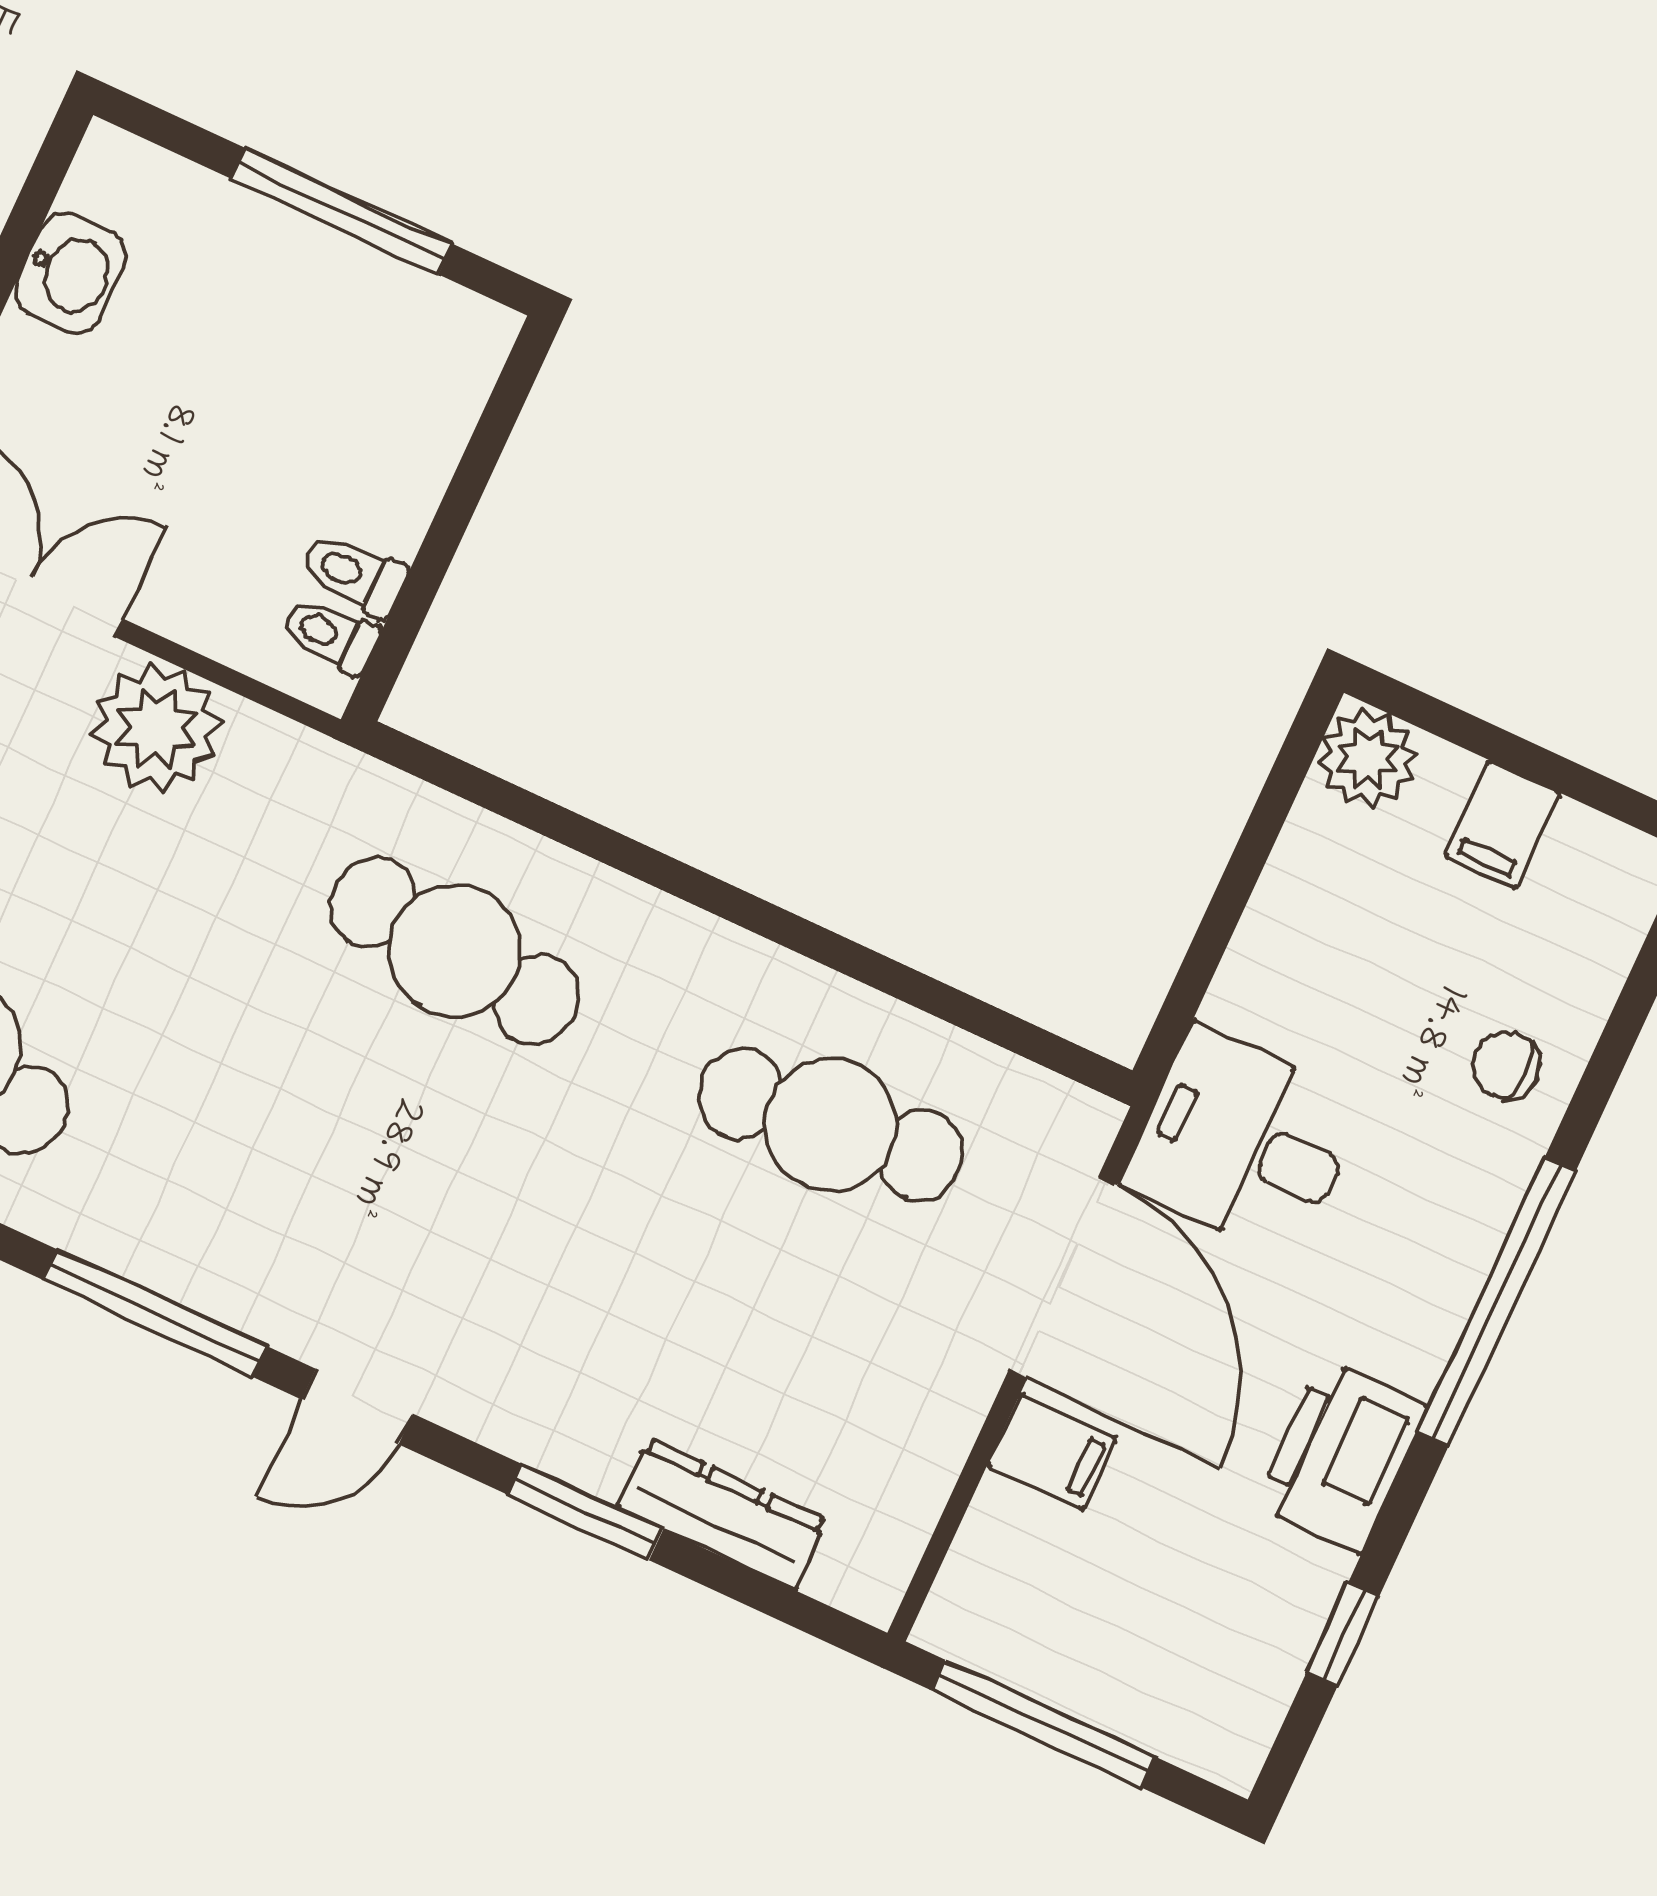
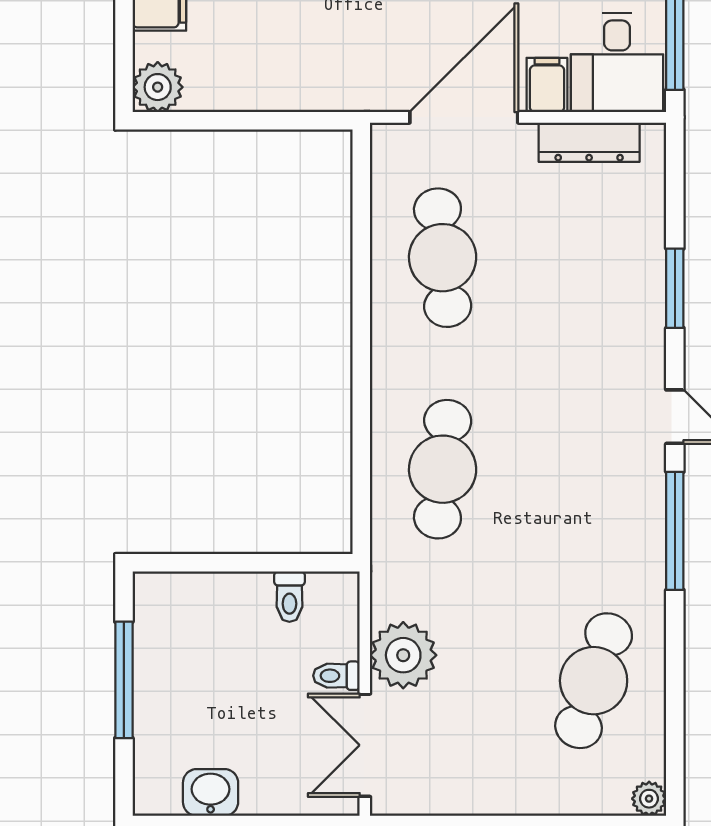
toilet: (330, 634) -> (336, 676), moved, turned 90
desk: (1243, 1143) -> (617, 62), moved
dresser: (722, 1514) -> (589, 142), moved, turned -90

